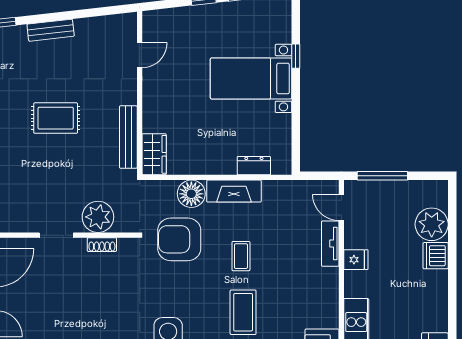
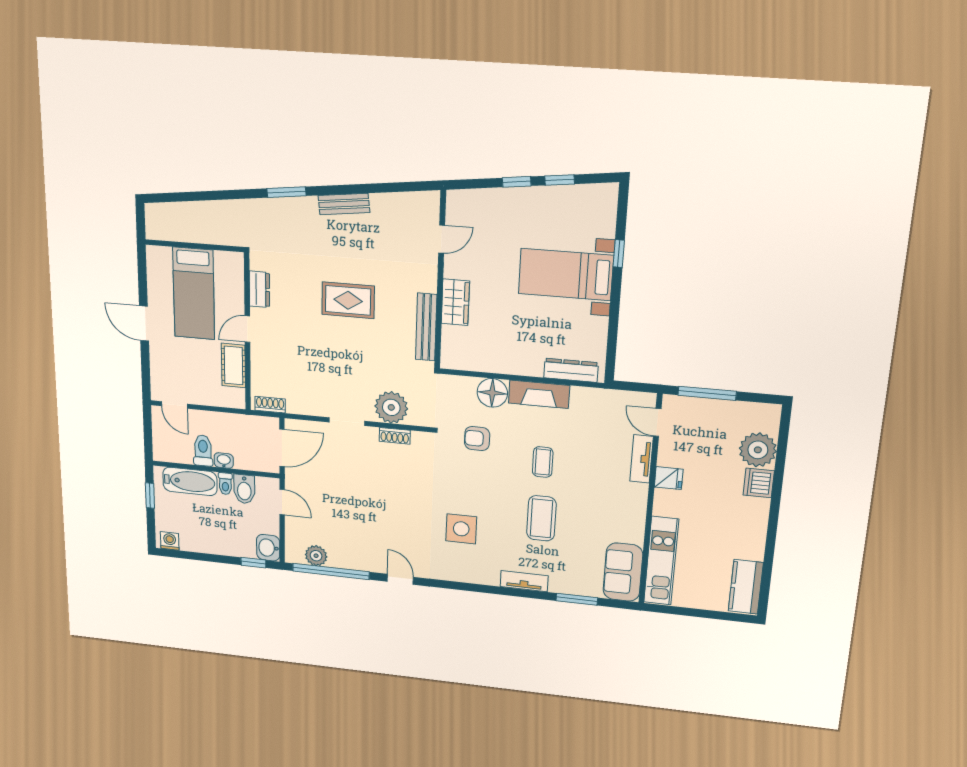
wardrobe: (154, 154) -> (455, 302), moved
dresser: (254, 166) -> (571, 370), width x1.44
armchair: (179, 239) -> (477, 439), width x0.53, depth x0.53

